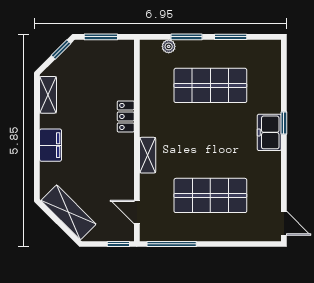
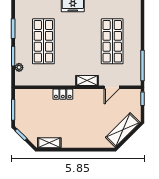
filing cabinet: (51, 145) -> (81, 141), removed
door: (137, 212) -> (112, 87), moved

